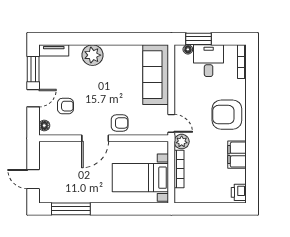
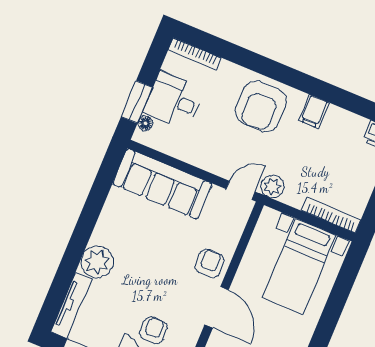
tv unit: (54, 50) -> (71, 305), width x1.41
filing cabinet: (237, 155) -> (314, 112), width x0.50
bookcase: (179, 169) -> (331, 215), moved

